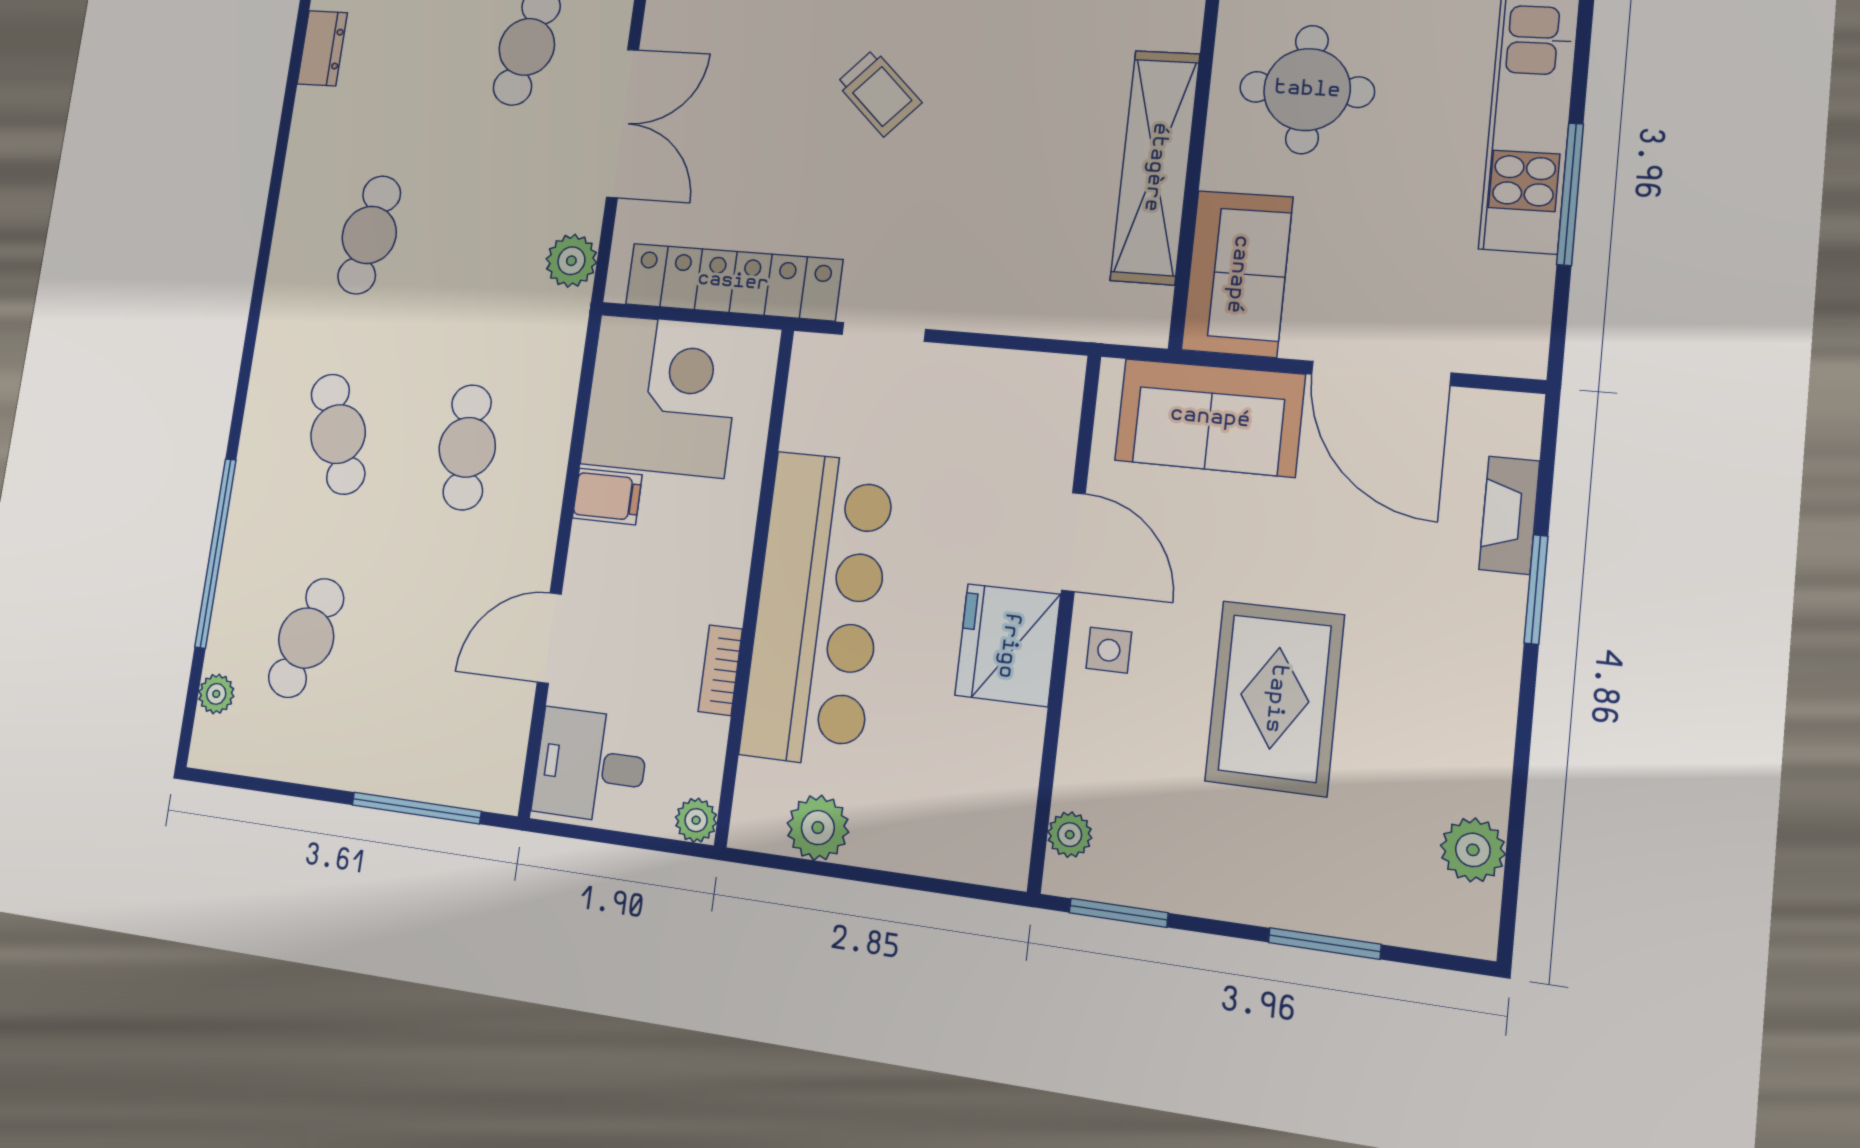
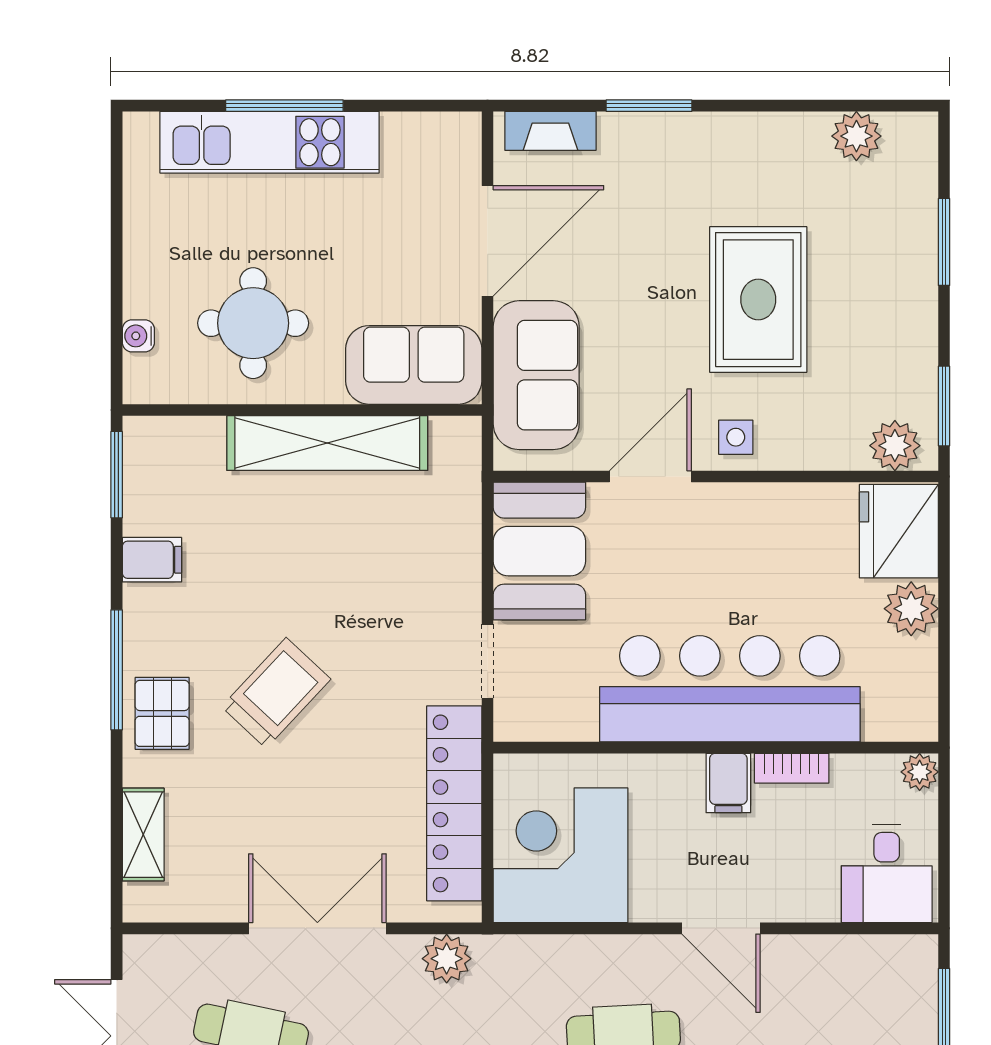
trolley: (879, 93) -> (276, 693), width x1.36, depth x1.39
window: (1570, 194) -> (284, 106), moved
booth: (1001, 403) -> (539, 551), added
filing cabinet: (607, 497) -> (728, 783), moved, turned 180
fireplace: (1509, 515) -> (550, 131), moved
door: (549, 638) -> (721, 928), moved
fridge: (1008, 645) -> (899, 531), moved, turned 90
rug: (1275, 698) -> (758, 300), turned 90
plant: (818, 828) -> (911, 609), moved
plant: (1070, 835) -> (895, 446), width x1.38, depth x1.38

